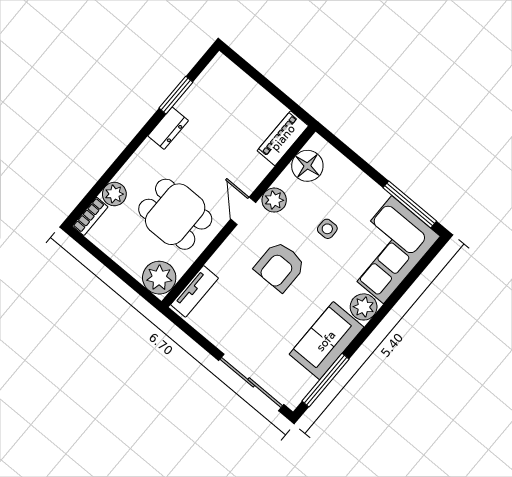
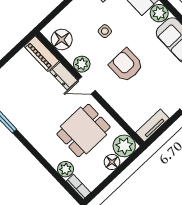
dresser: (168, 128) -> (64, 76), moved, turned 180
floor lamp: (133, 262) -> (112, 162), added
armchair: (280, 266) -> (126, 65), turned 180
tv unit: (195, 291) -> (152, 125), moved, turned -90

